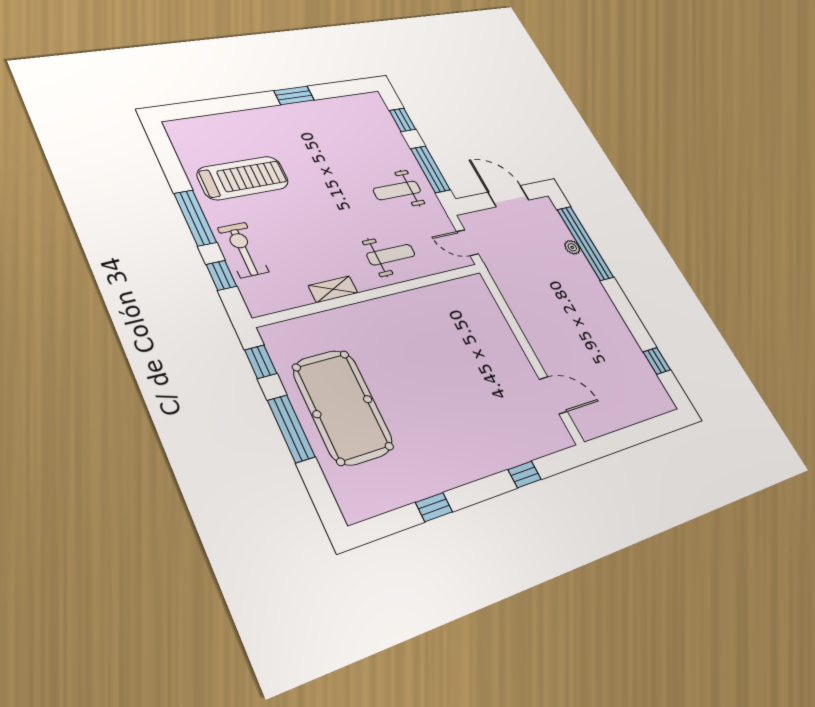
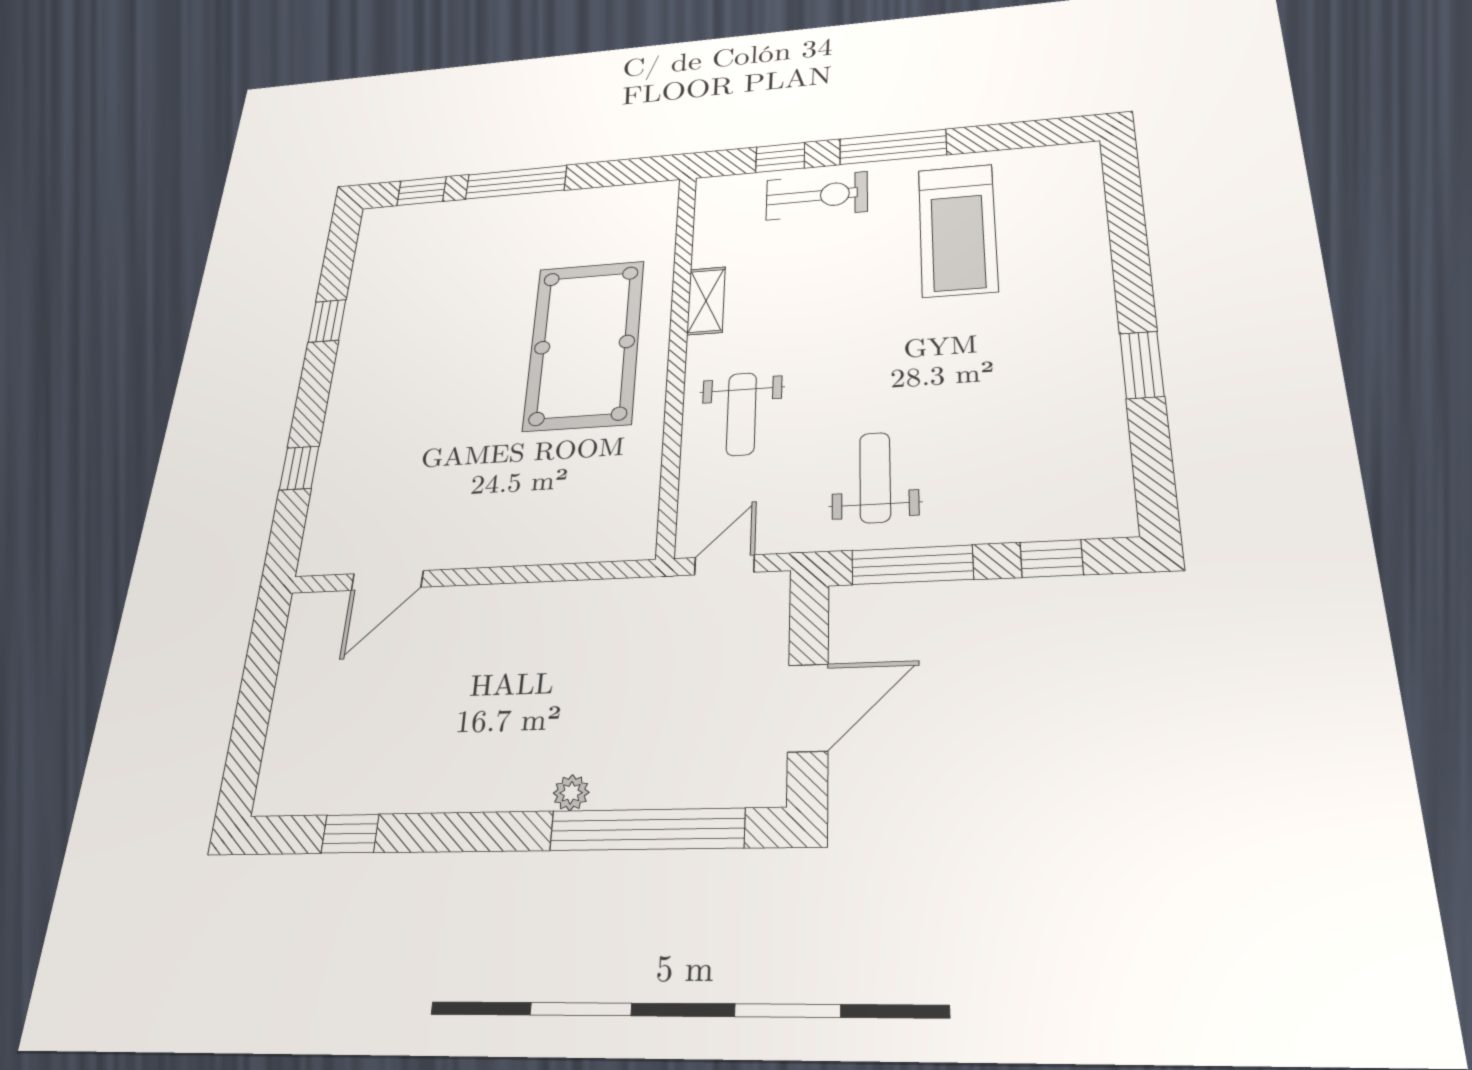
plant: (572, 247) -> (571, 793), moved
window: (261, 362) -> (422, 191), moved
pool table: (343, 407) -> (584, 345), moved, turned 90

